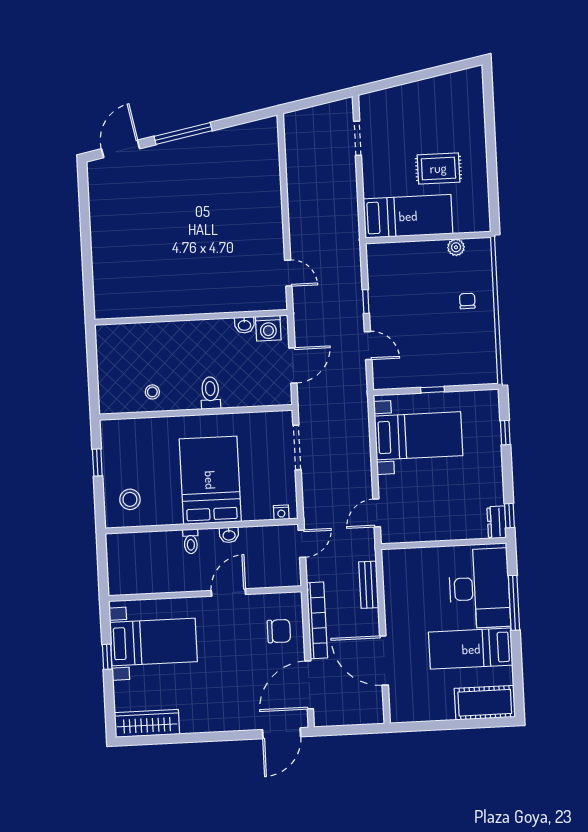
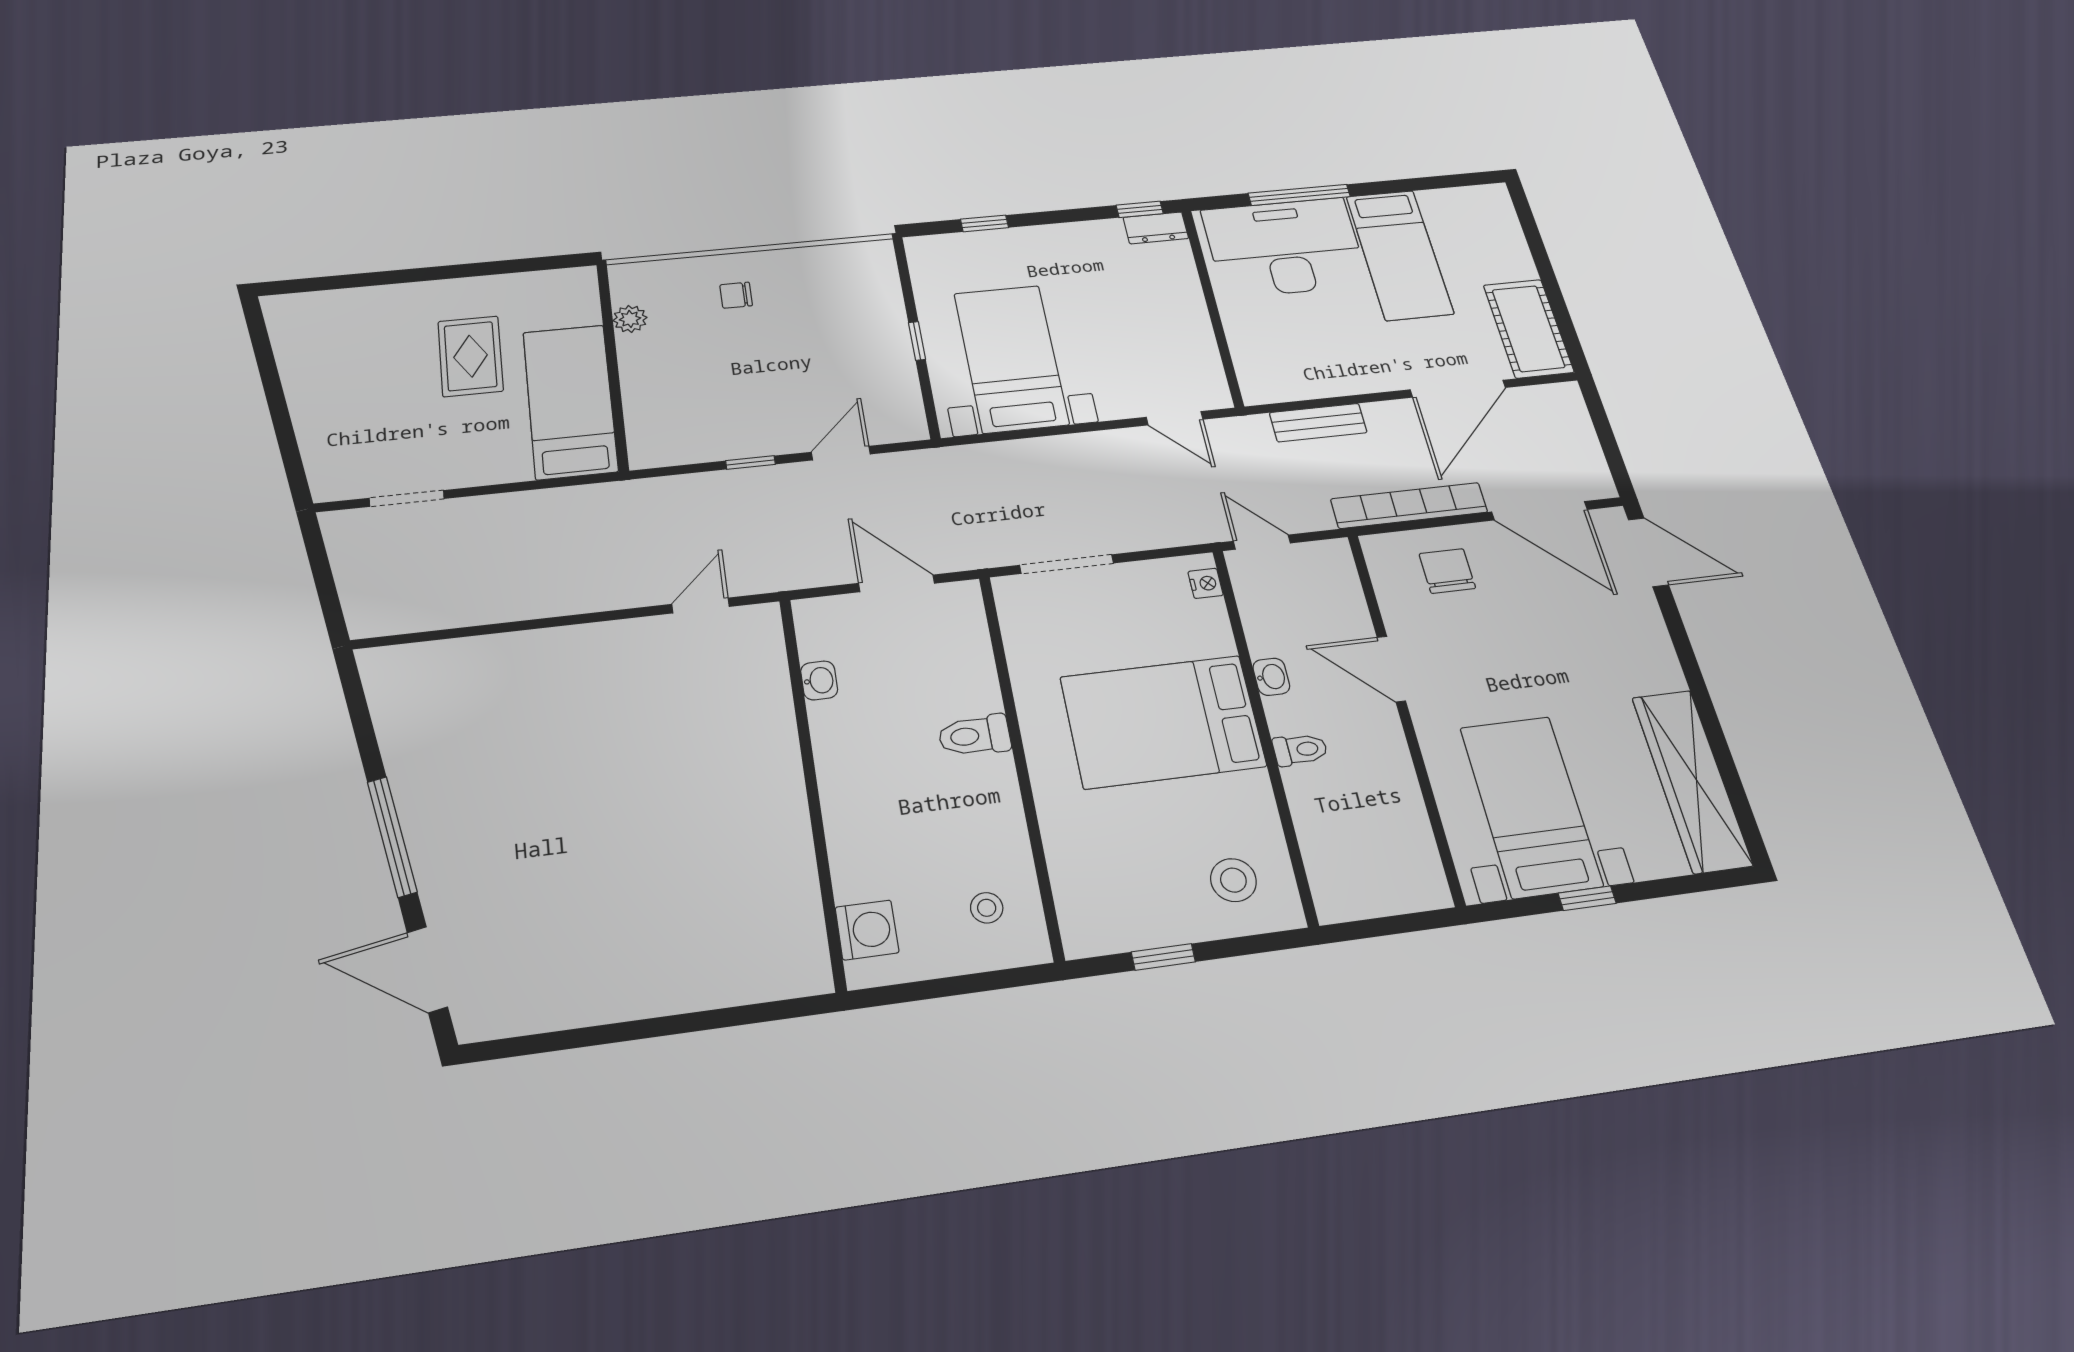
washing machine: (268, 328) -> (867, 930), moved
stool: (152, 392) -> (987, 908), moved
cot: (485, 703) -> (1528, 328), moved
wardrobe: (147, 723) -> (1692, 780), width x1.40, depth x1.17

